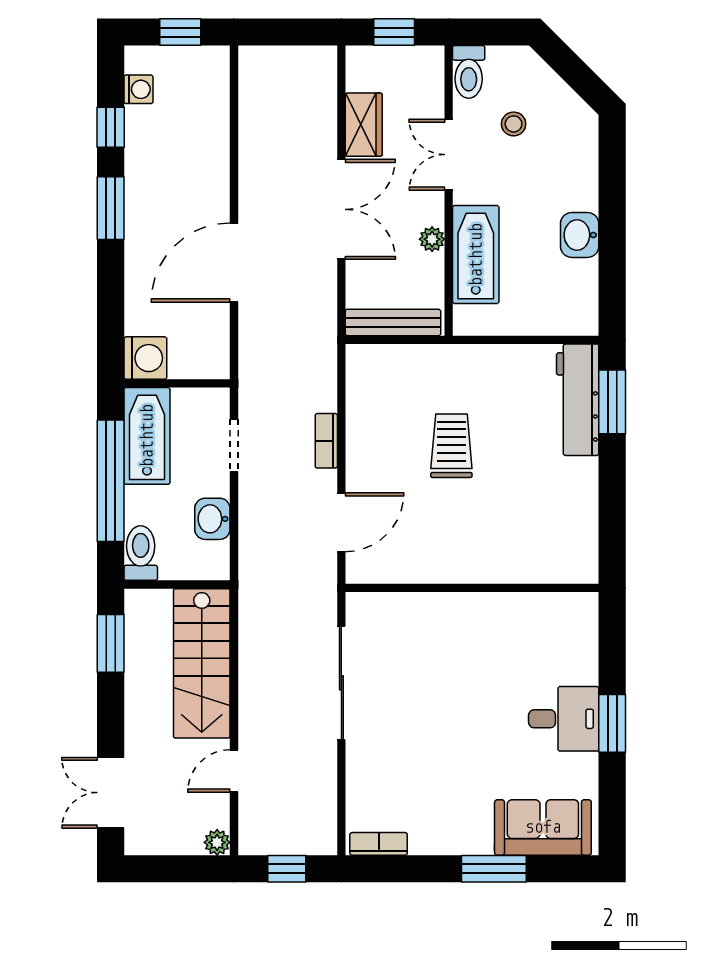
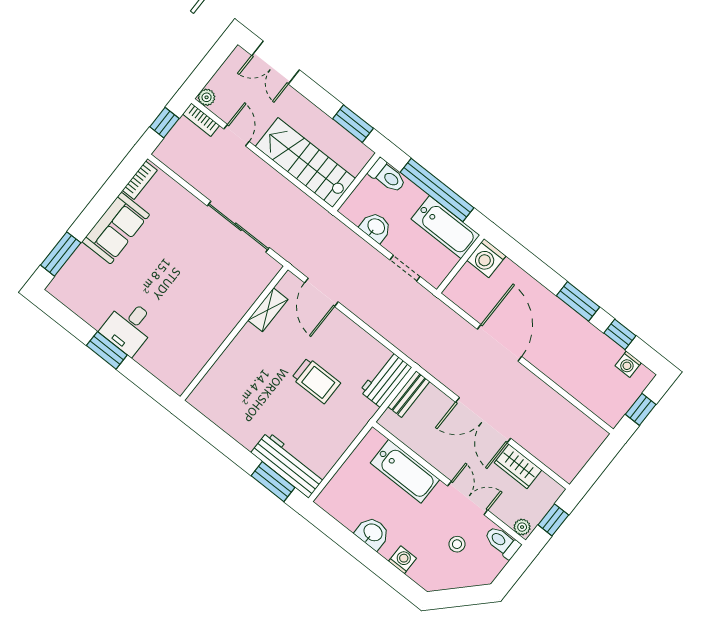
washing machine: (583, 174) -> (403, 560), added
plant: (432, 239) -> (522, 527), moved
bench: (393, 322) -> (409, 394), width x0.73
workbench: (384, 364) -> (386, 379), added
bookcase: (326, 441) -> (201, 120), moved, turned 180
shelving: (412, 570) -> (268, 310), added
double door: (111, 793) -> (276, 63), swing flipped
sofa: (543, 827) -> (116, 228), moved
window: (494, 869) -> (61, 254), moved

